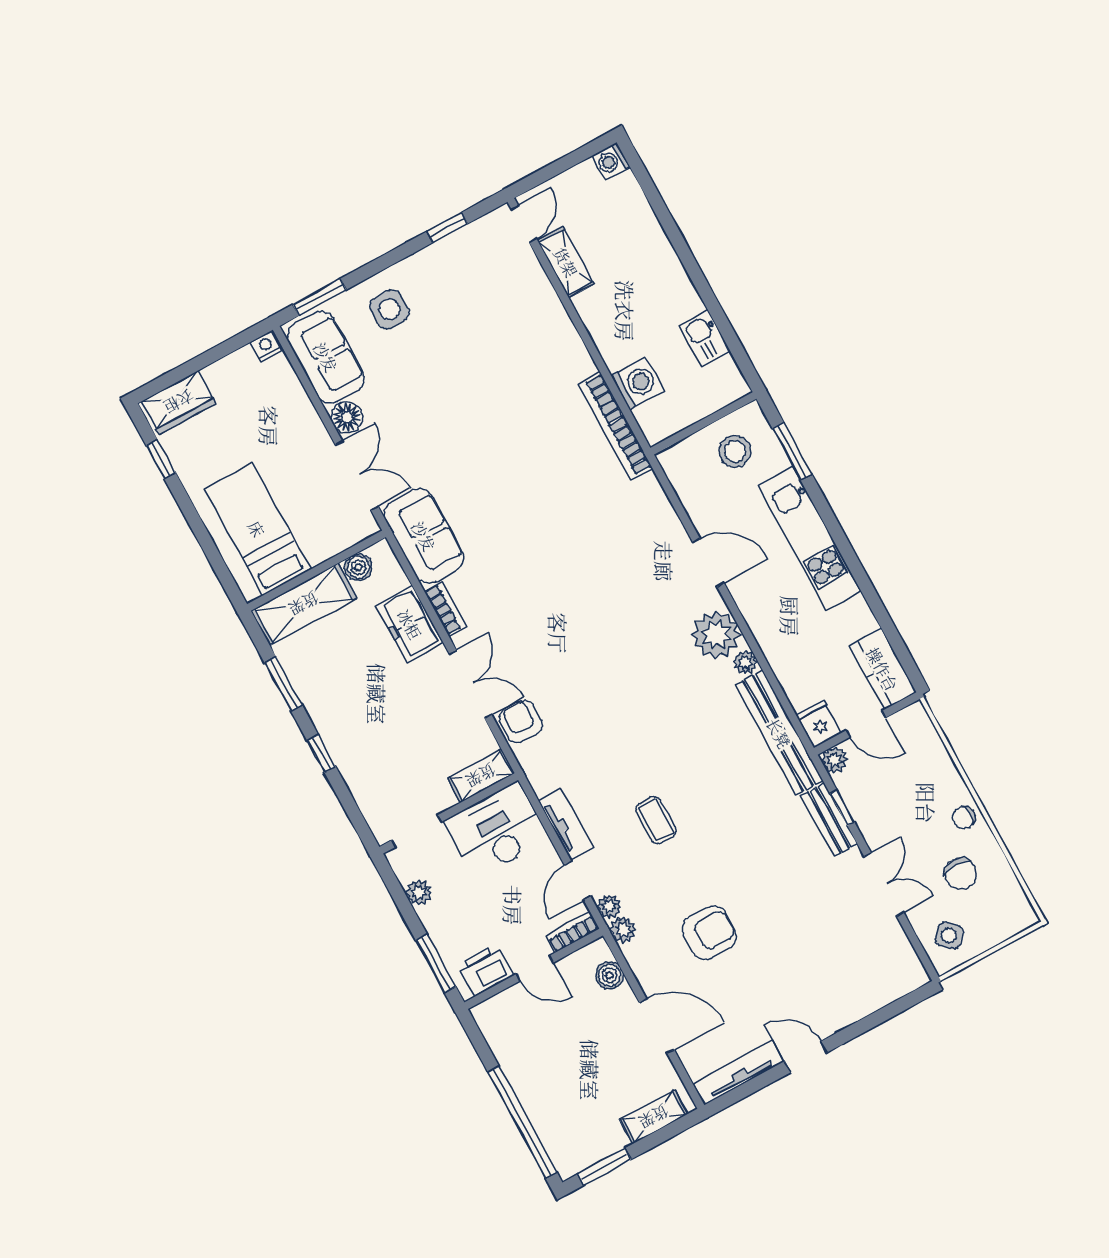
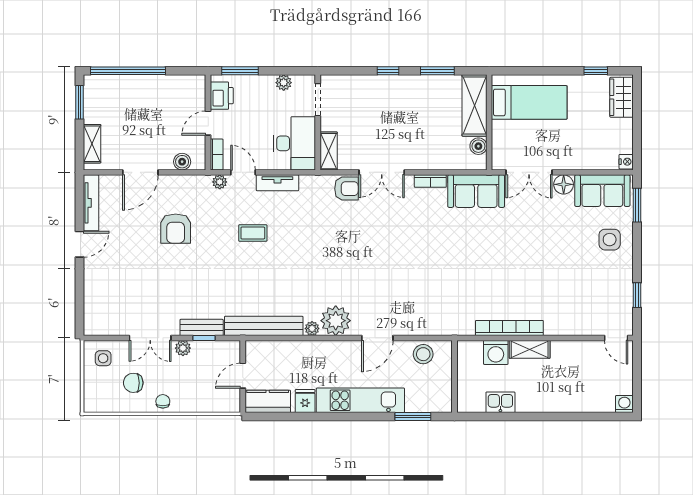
shelving: (566, 262) -> (530, 349), moved
bookcase: (616, 426) -> (509, 328), moved
stool: (735, 452) -> (423, 354), moved
freezer: (410, 624) -> (432, 157), removed
fridge: (819, 724) -> (305, 401), moved, turned -90
plant: (835, 760) -> (183, 348), moved
plant: (623, 930) -> (203, 183), removed
side table: (949, 935) -> (103, 358), turned 45

